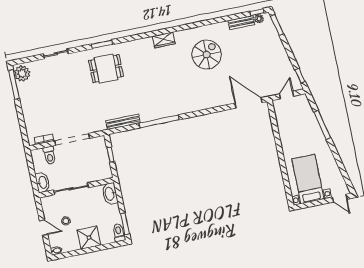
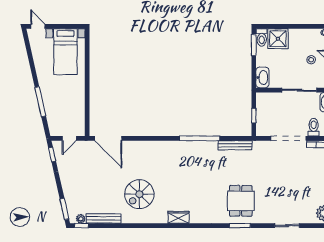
bench: (241, 23) -> (104, 218), width x1.36
dining table: (106, 69) -> (241, 201), turned 90
shower: (89, 238) -> (278, 39), moved

